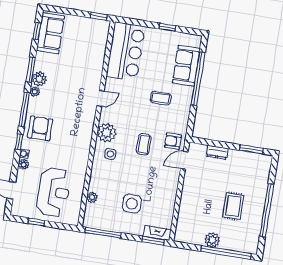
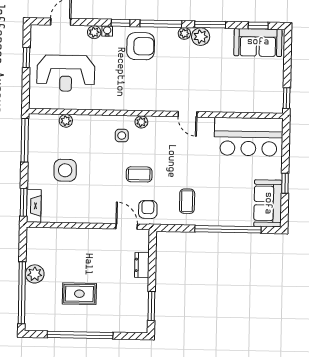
sofa: (186, 66) -> (268, 203), moved, turned -90
coffee table: (161, 98) -> (187, 201), moved
plant: (107, 133) -> (141, 122), width x0.53, depth x0.53

